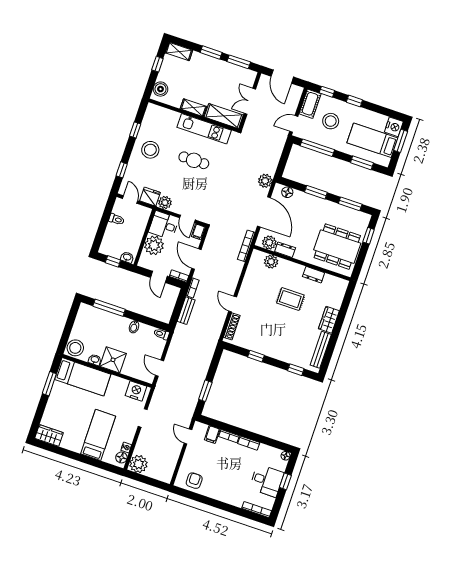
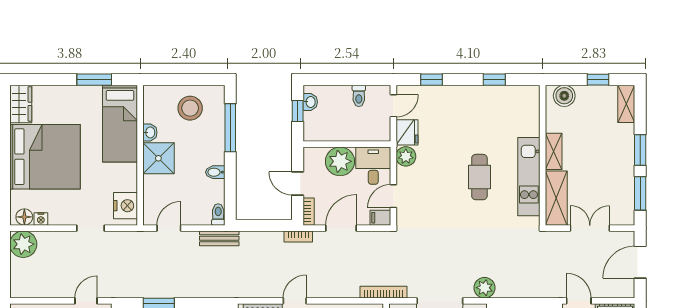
stool: (150, 150) -> (473, 110), removed
washbasin: (127, 257) -> (310, 102), moved
door: (159, 277) -> (298, 183), hinge flipped
bench: (186, 311) -> (219, 238), moved
stool: (75, 348) -> (190, 108), moved
bed: (98, 435) -> (45, 157), width x2.04

